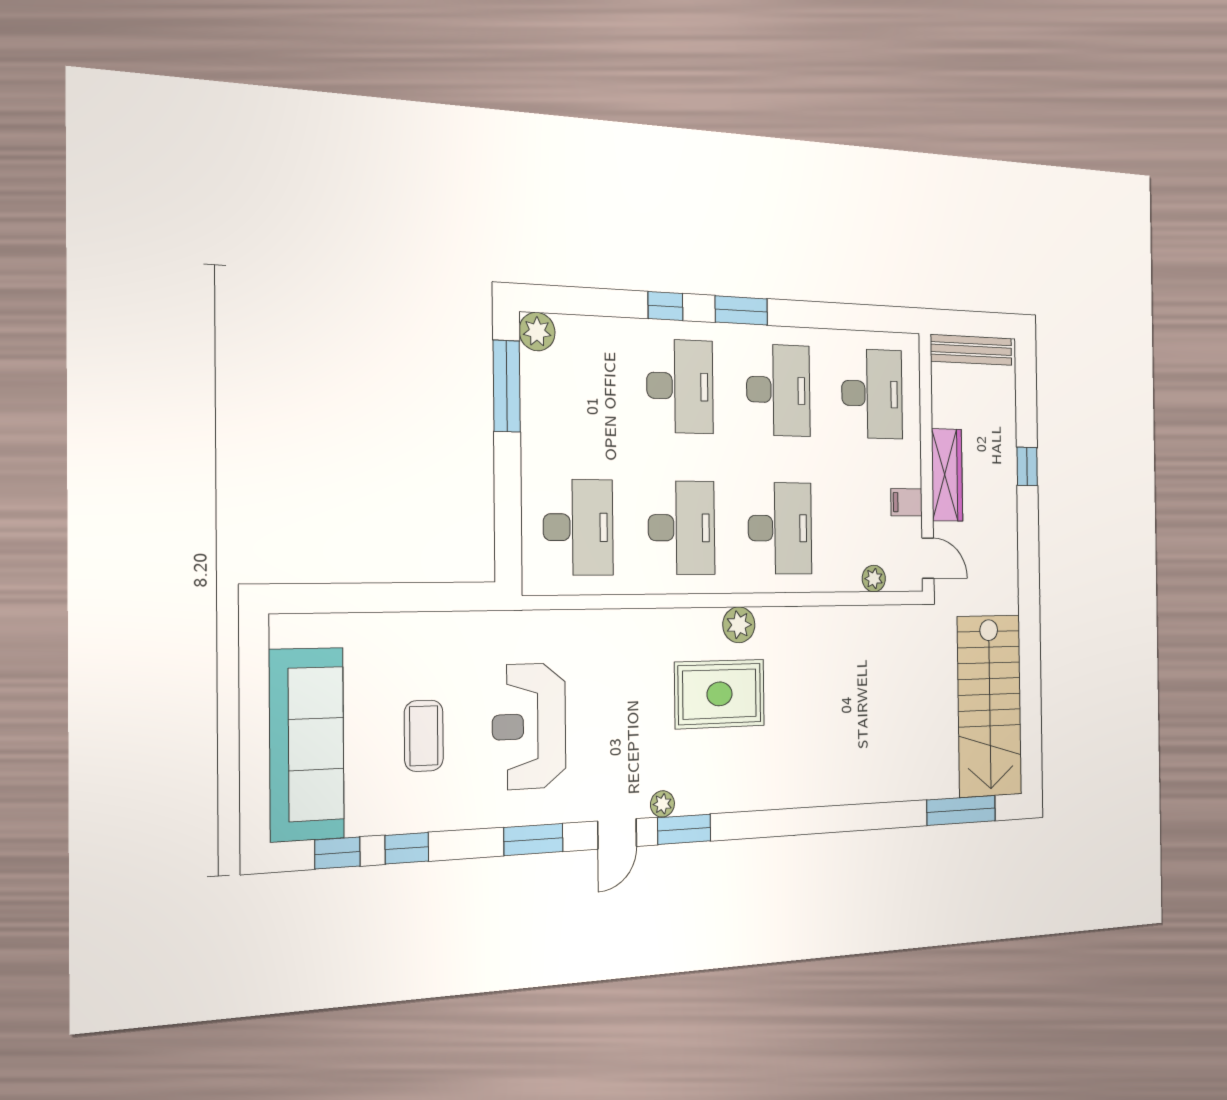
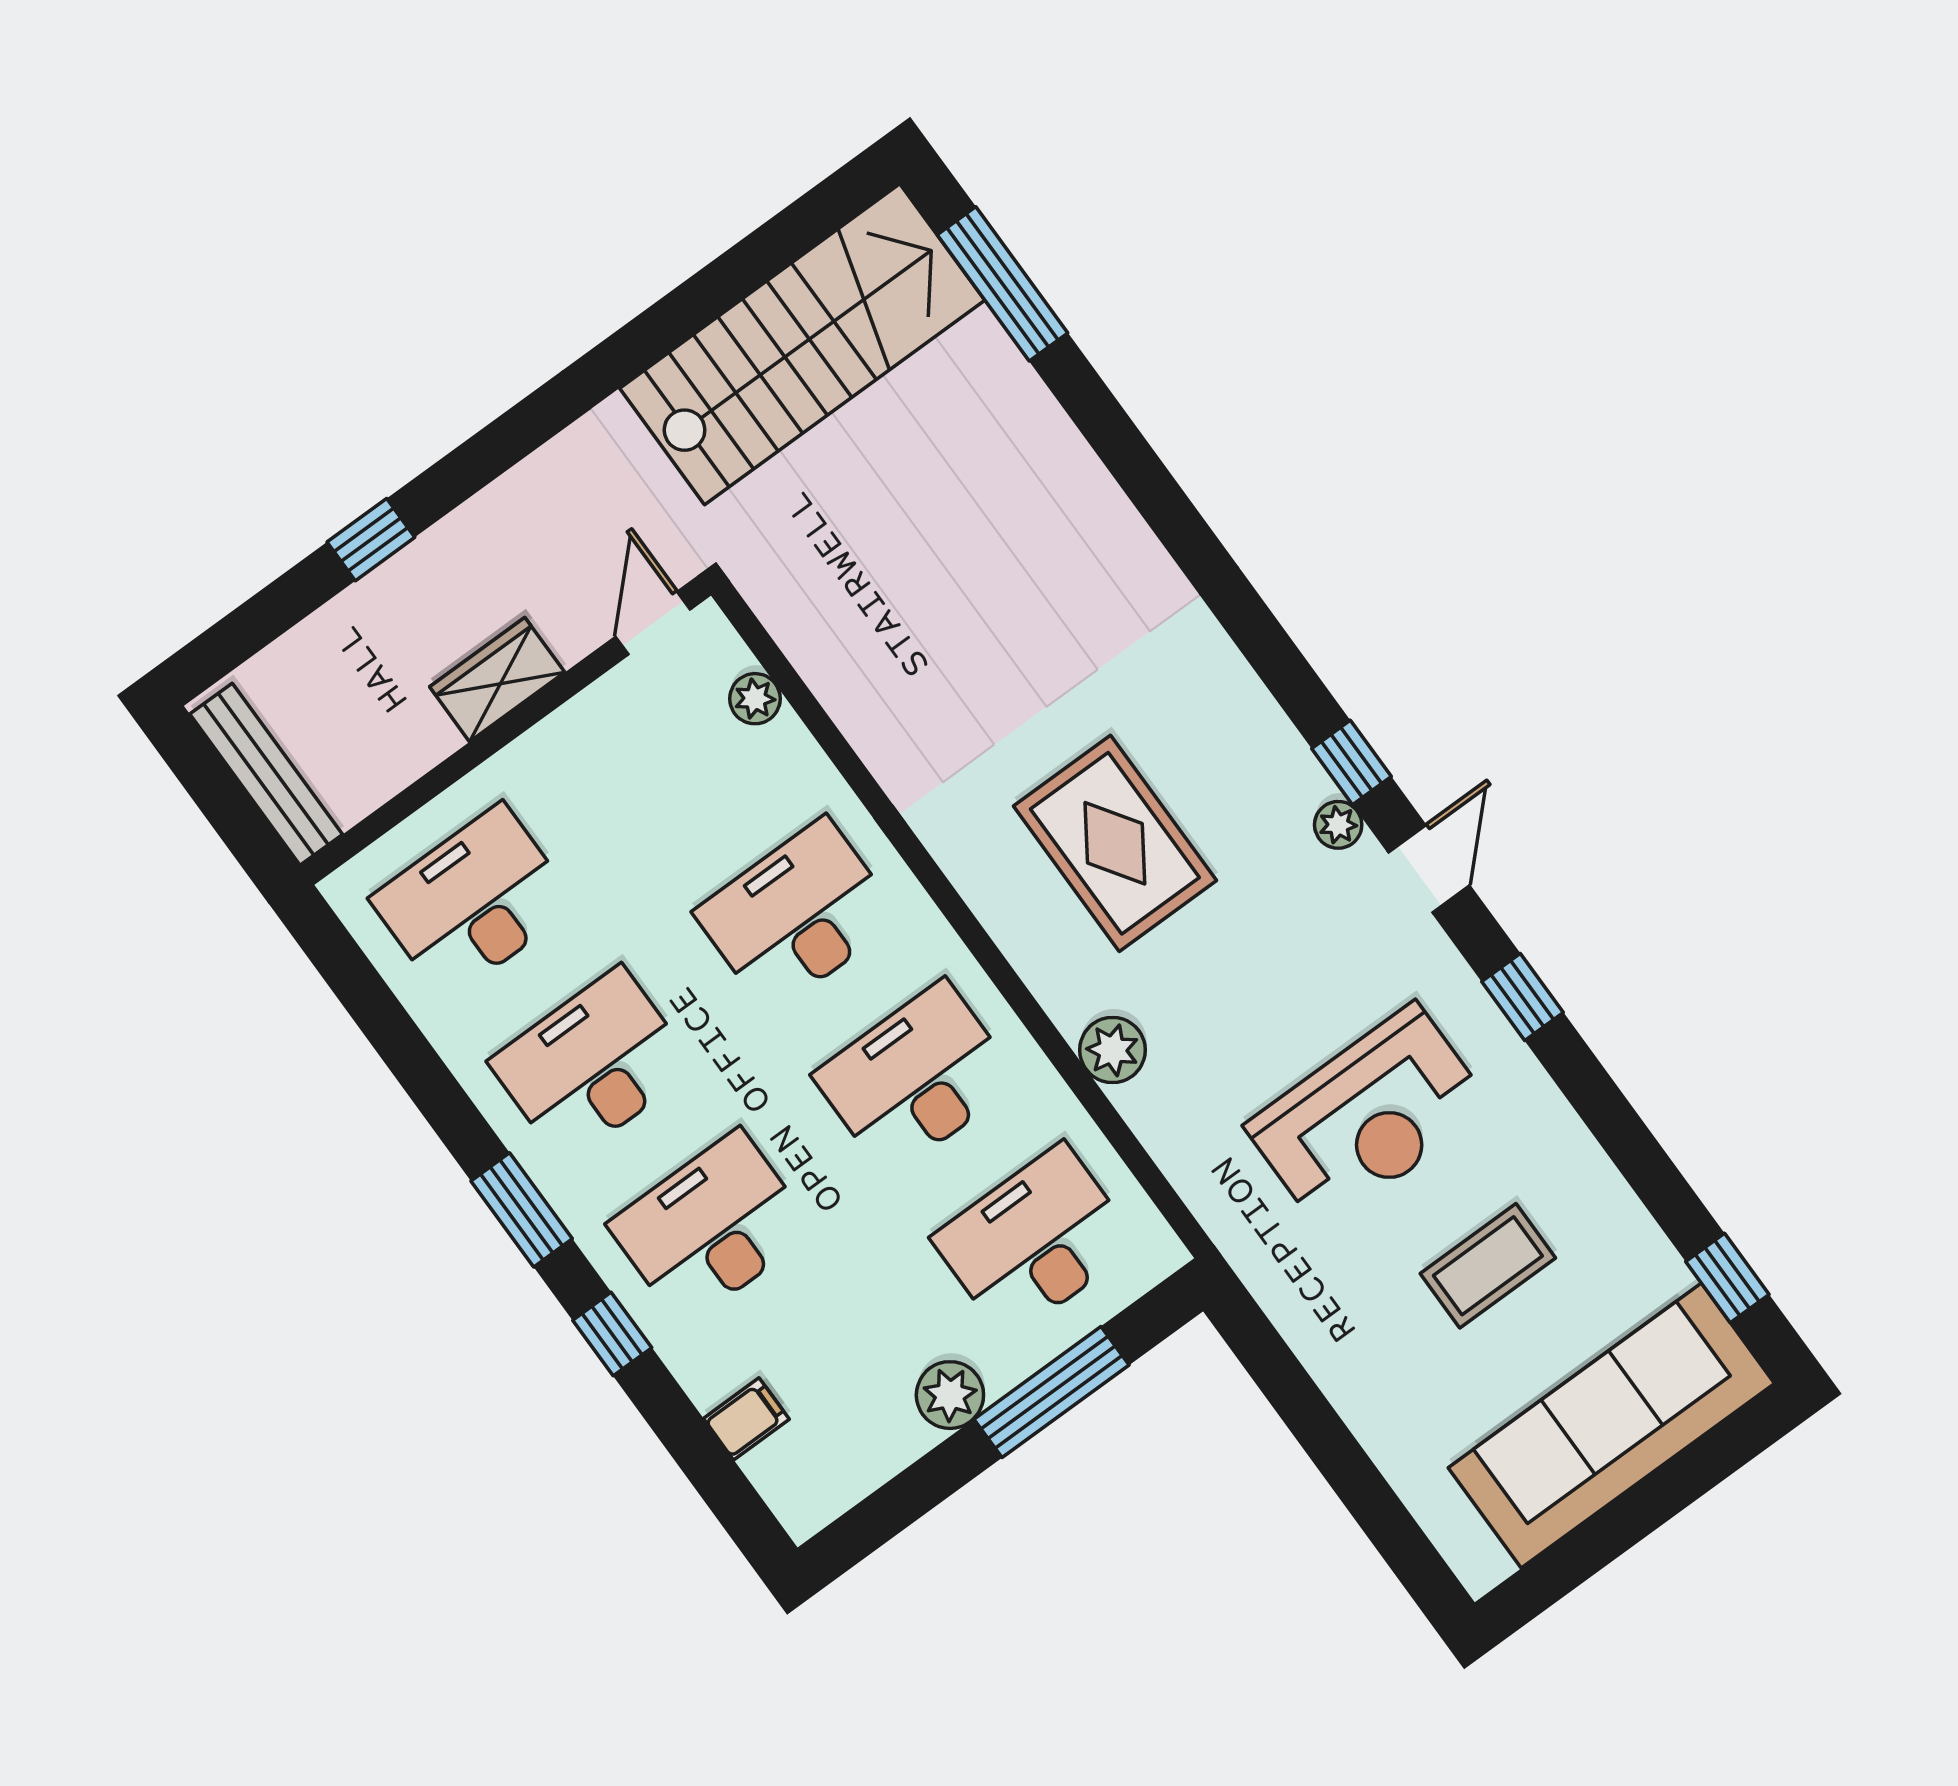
plant: (537, 332) -> (950, 1395), moved
window: (507, 386) -> (1052, 1392), moved
wardrobe: (947, 475) -> (497, 680), width x0.67
filing cabinet: (906, 502) -> (746, 1419), moved, turned -90
plant: (739, 625) -> (1112, 1050), moved
window: (684, 829) -> (1351, 763), width x0.67
door: (617, 834) -> (1429, 869), hinge flipped
window: (533, 840) -> (1522, 997), width x0.67
window: (407, 848) -> (1657, 1181), removed

